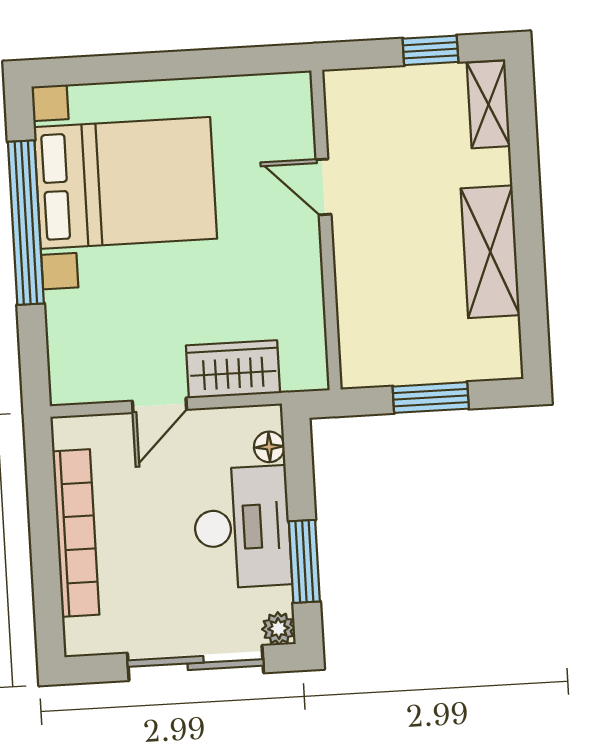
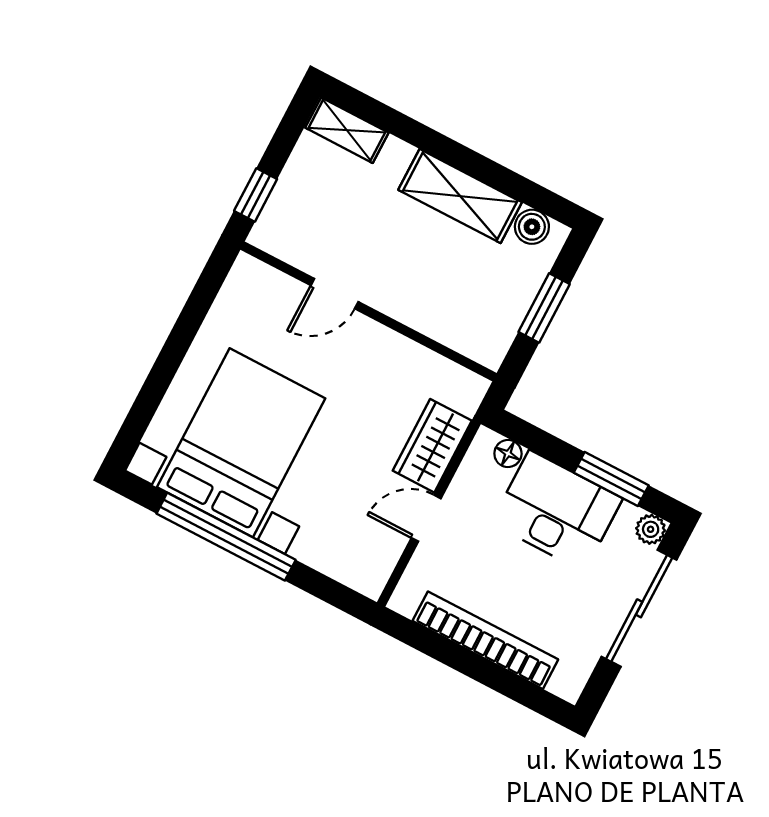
window: (430, 50) -> (256, 195), moved
boiler: (502, 339) -> (532, 227), added
door: (159, 405) -> (426, 518), swing flipped

